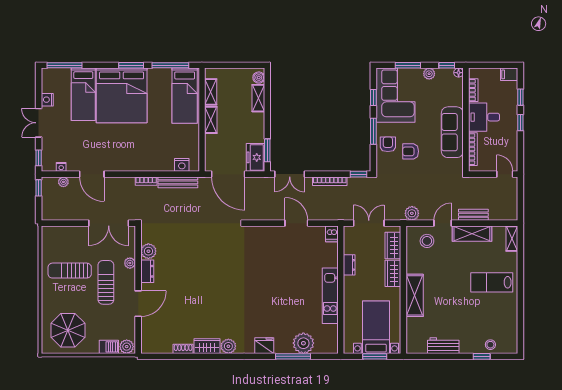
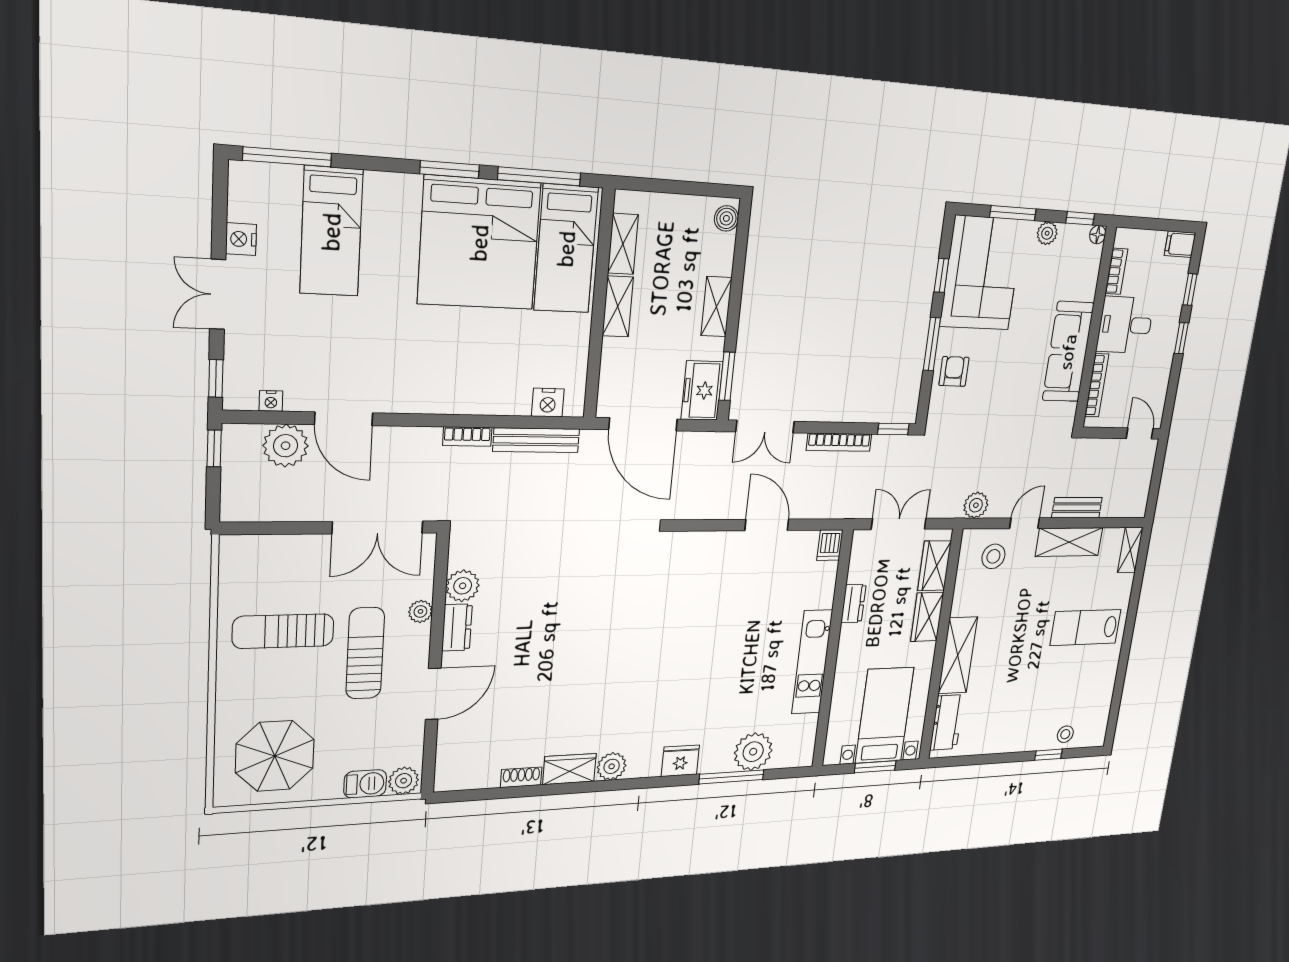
bed: (122, 95) -> (479, 243), moved
shelving: (258, 98) -> (716, 307), moved
armchair: (411, 151) -> (992, 387), removed
plant: (63, 182) -> (286, 446), width x1.88, depth x1.88
workbench: (443, 346) -> (947, 722), moved, turned 90

